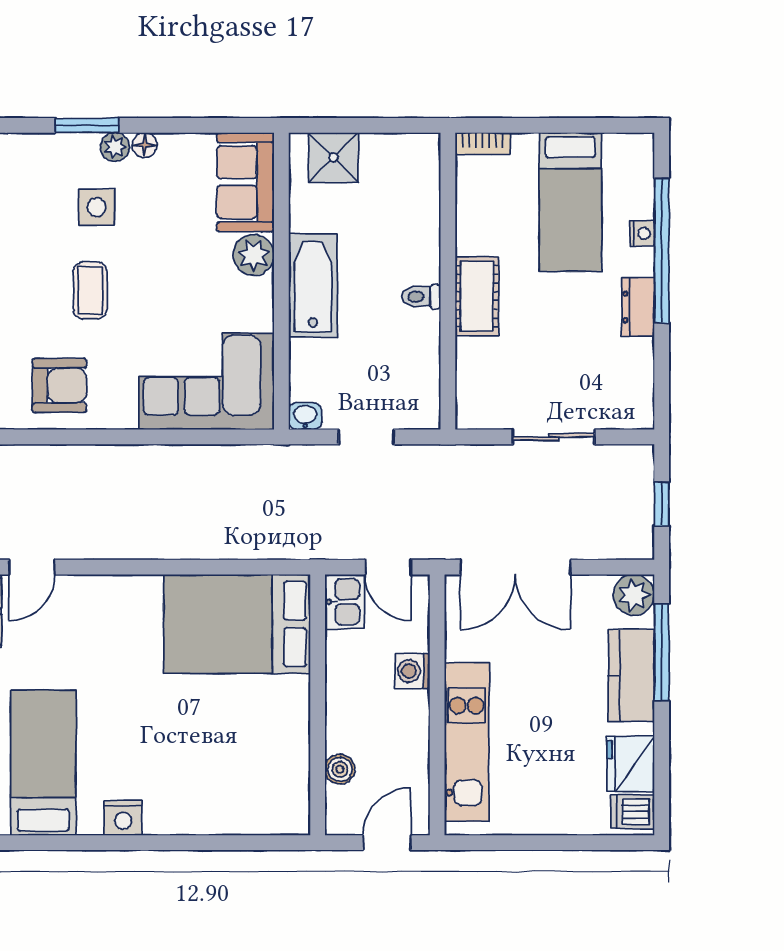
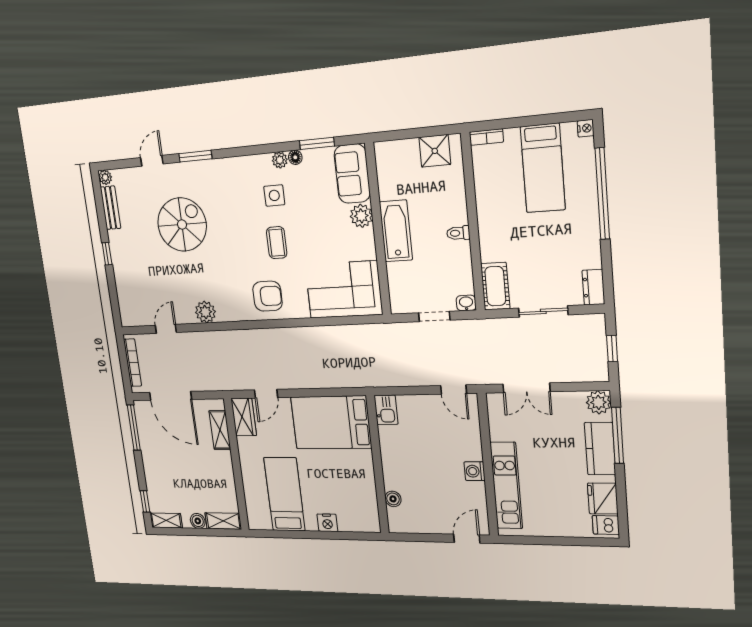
window: (87, 125) -> (317, 143), moved
shower: (333, 158) -> (435, 151), moved
nightstand: (642, 233) -> (586, 128), moved
cot: (477, 296) -> (495, 286), moved
dresser: (638, 307) -> (593, 287), moved
washbasin: (305, 416) -> (466, 303), moved
double door: (515, 567) -> (526, 388), width x0.73
kitchen sink: (345, 602) -> (386, 410), moved
bed: (237, 624) -> (331, 422), moved
washing machine: (412, 671) -> (475, 471), moved
wall: (318, 705) -> (378, 465), moved
boiler: (340, 769) -> (393, 499), moved

